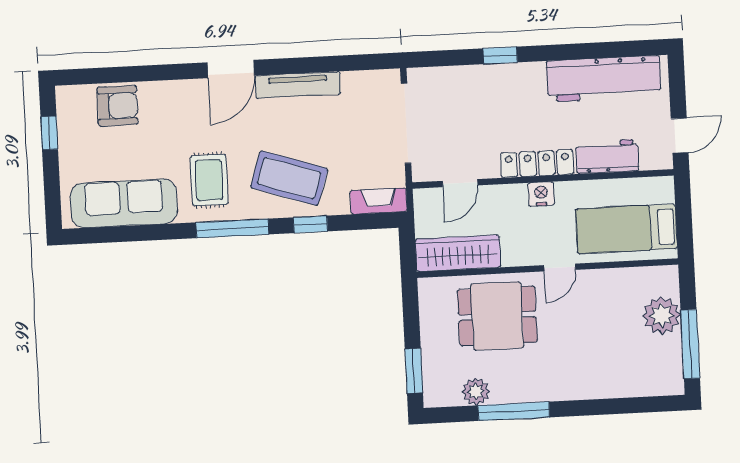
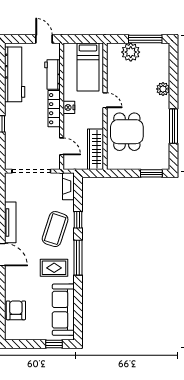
window: (49, 133) -> (54, 344), moved
plant: (476, 392) -> (163, 89), moved

